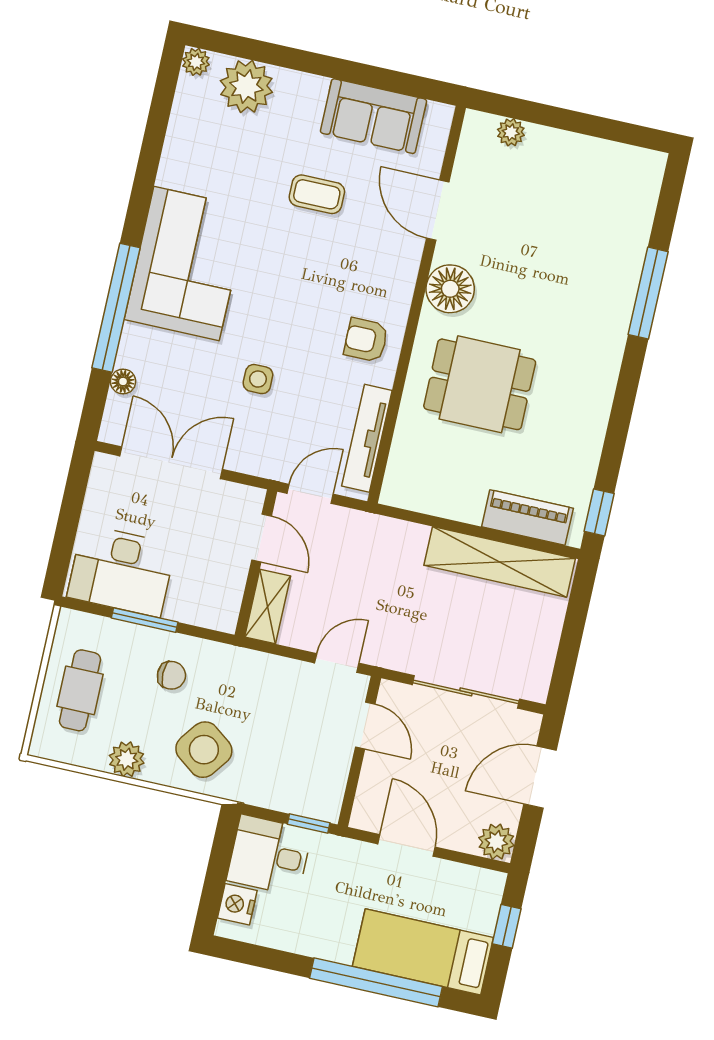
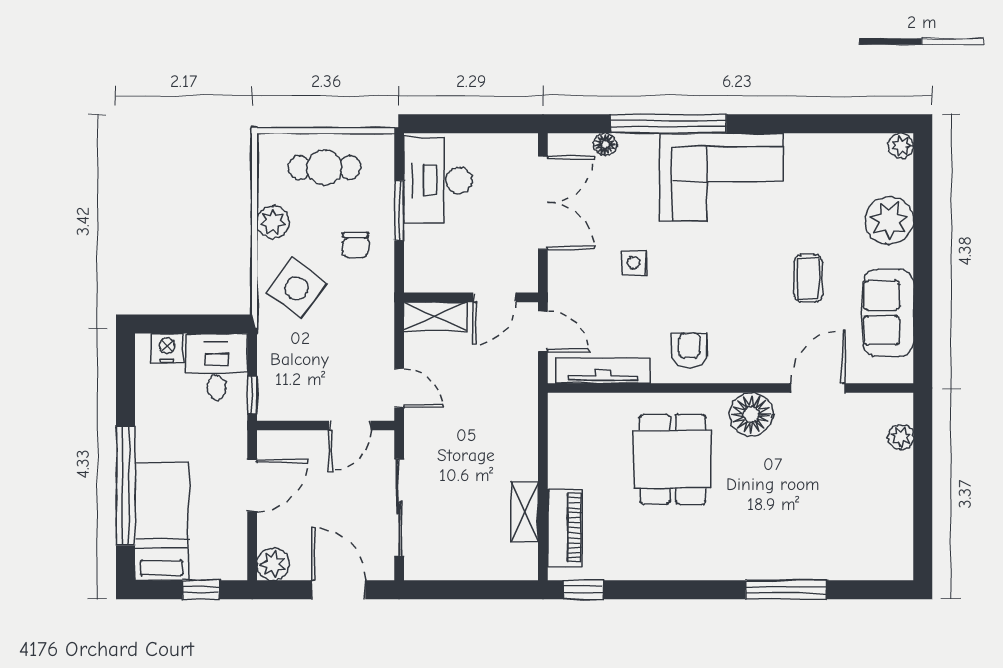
plant: (246, 86) -> (889, 220), moved
shelving: (500, 562) -> (525, 512), width x0.45, depth x0.75

